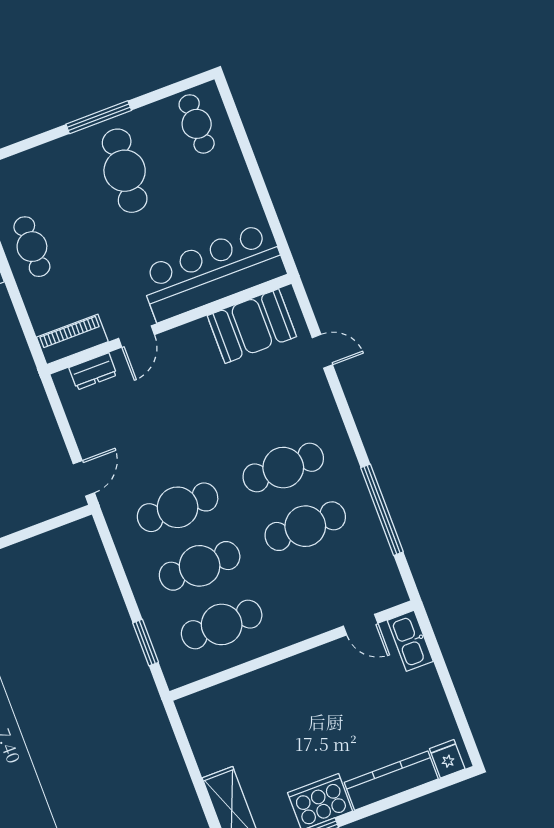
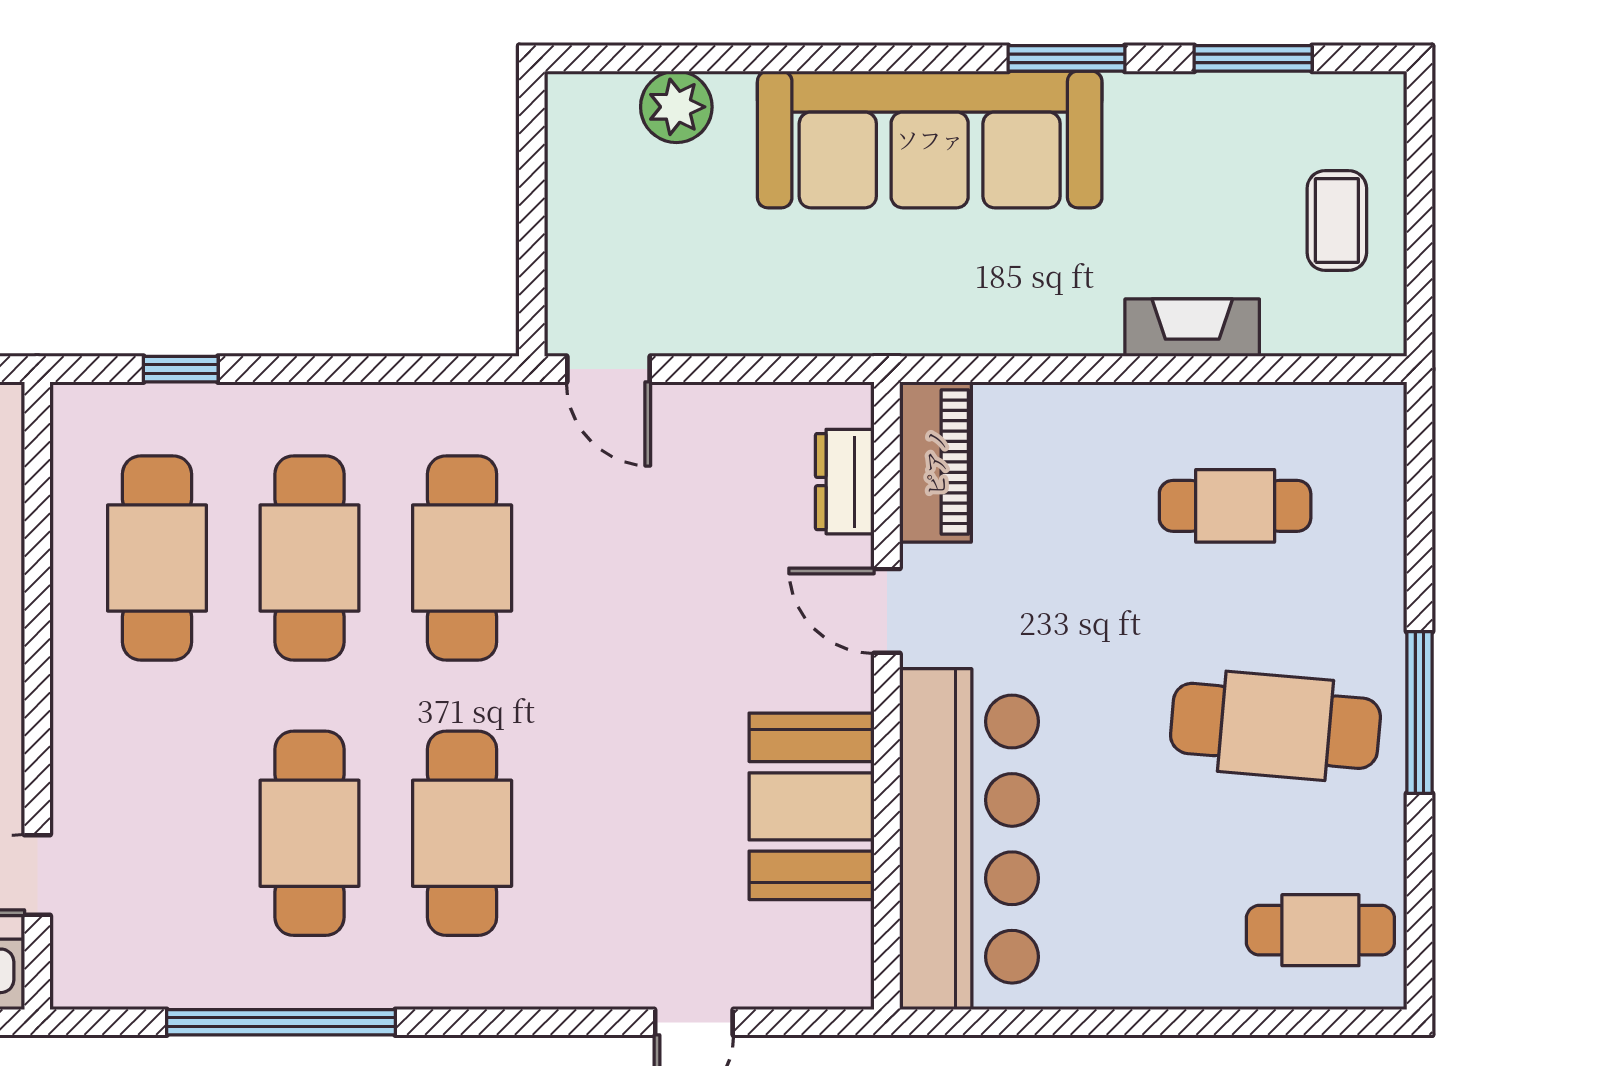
cafe table: (32, 247) -> (1235, 506), moved
booth: (252, 326) -> (812, 806), moved
window: (146, 643) -> (181, 369), width x0.67

